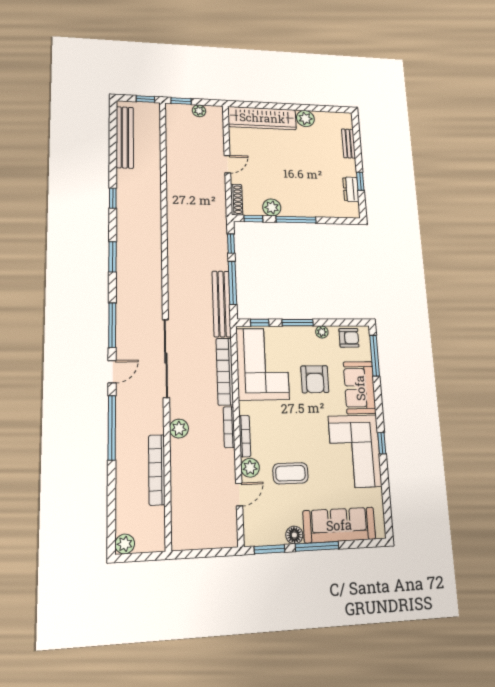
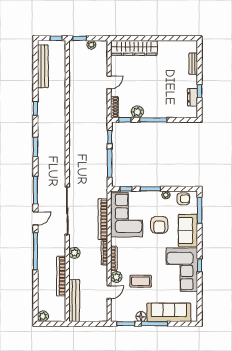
plant: (305, 119) -> (164, 47), removed
bench: (222, 304) -> (74, 300), moved

